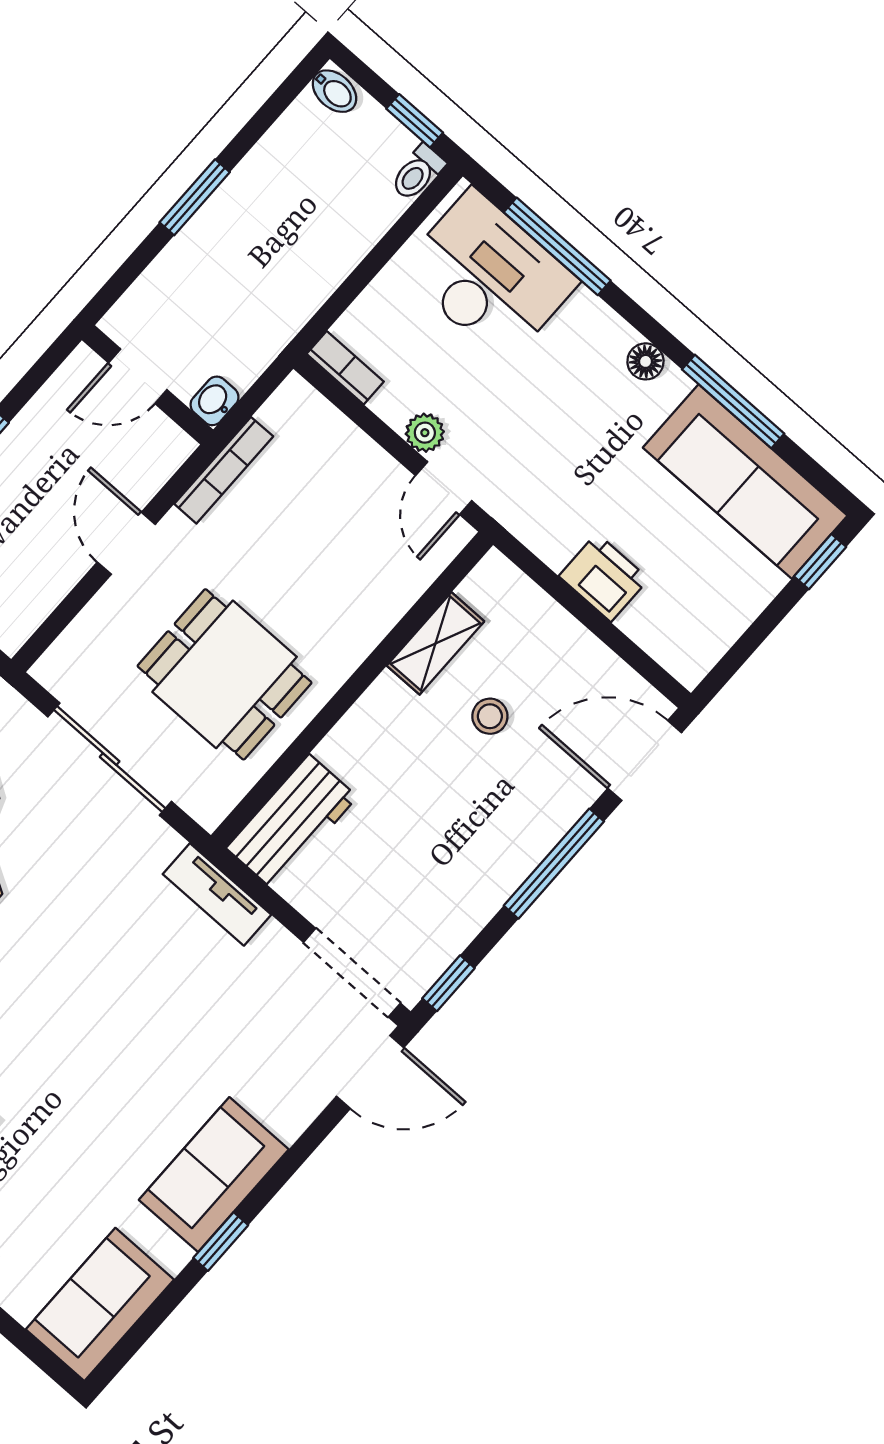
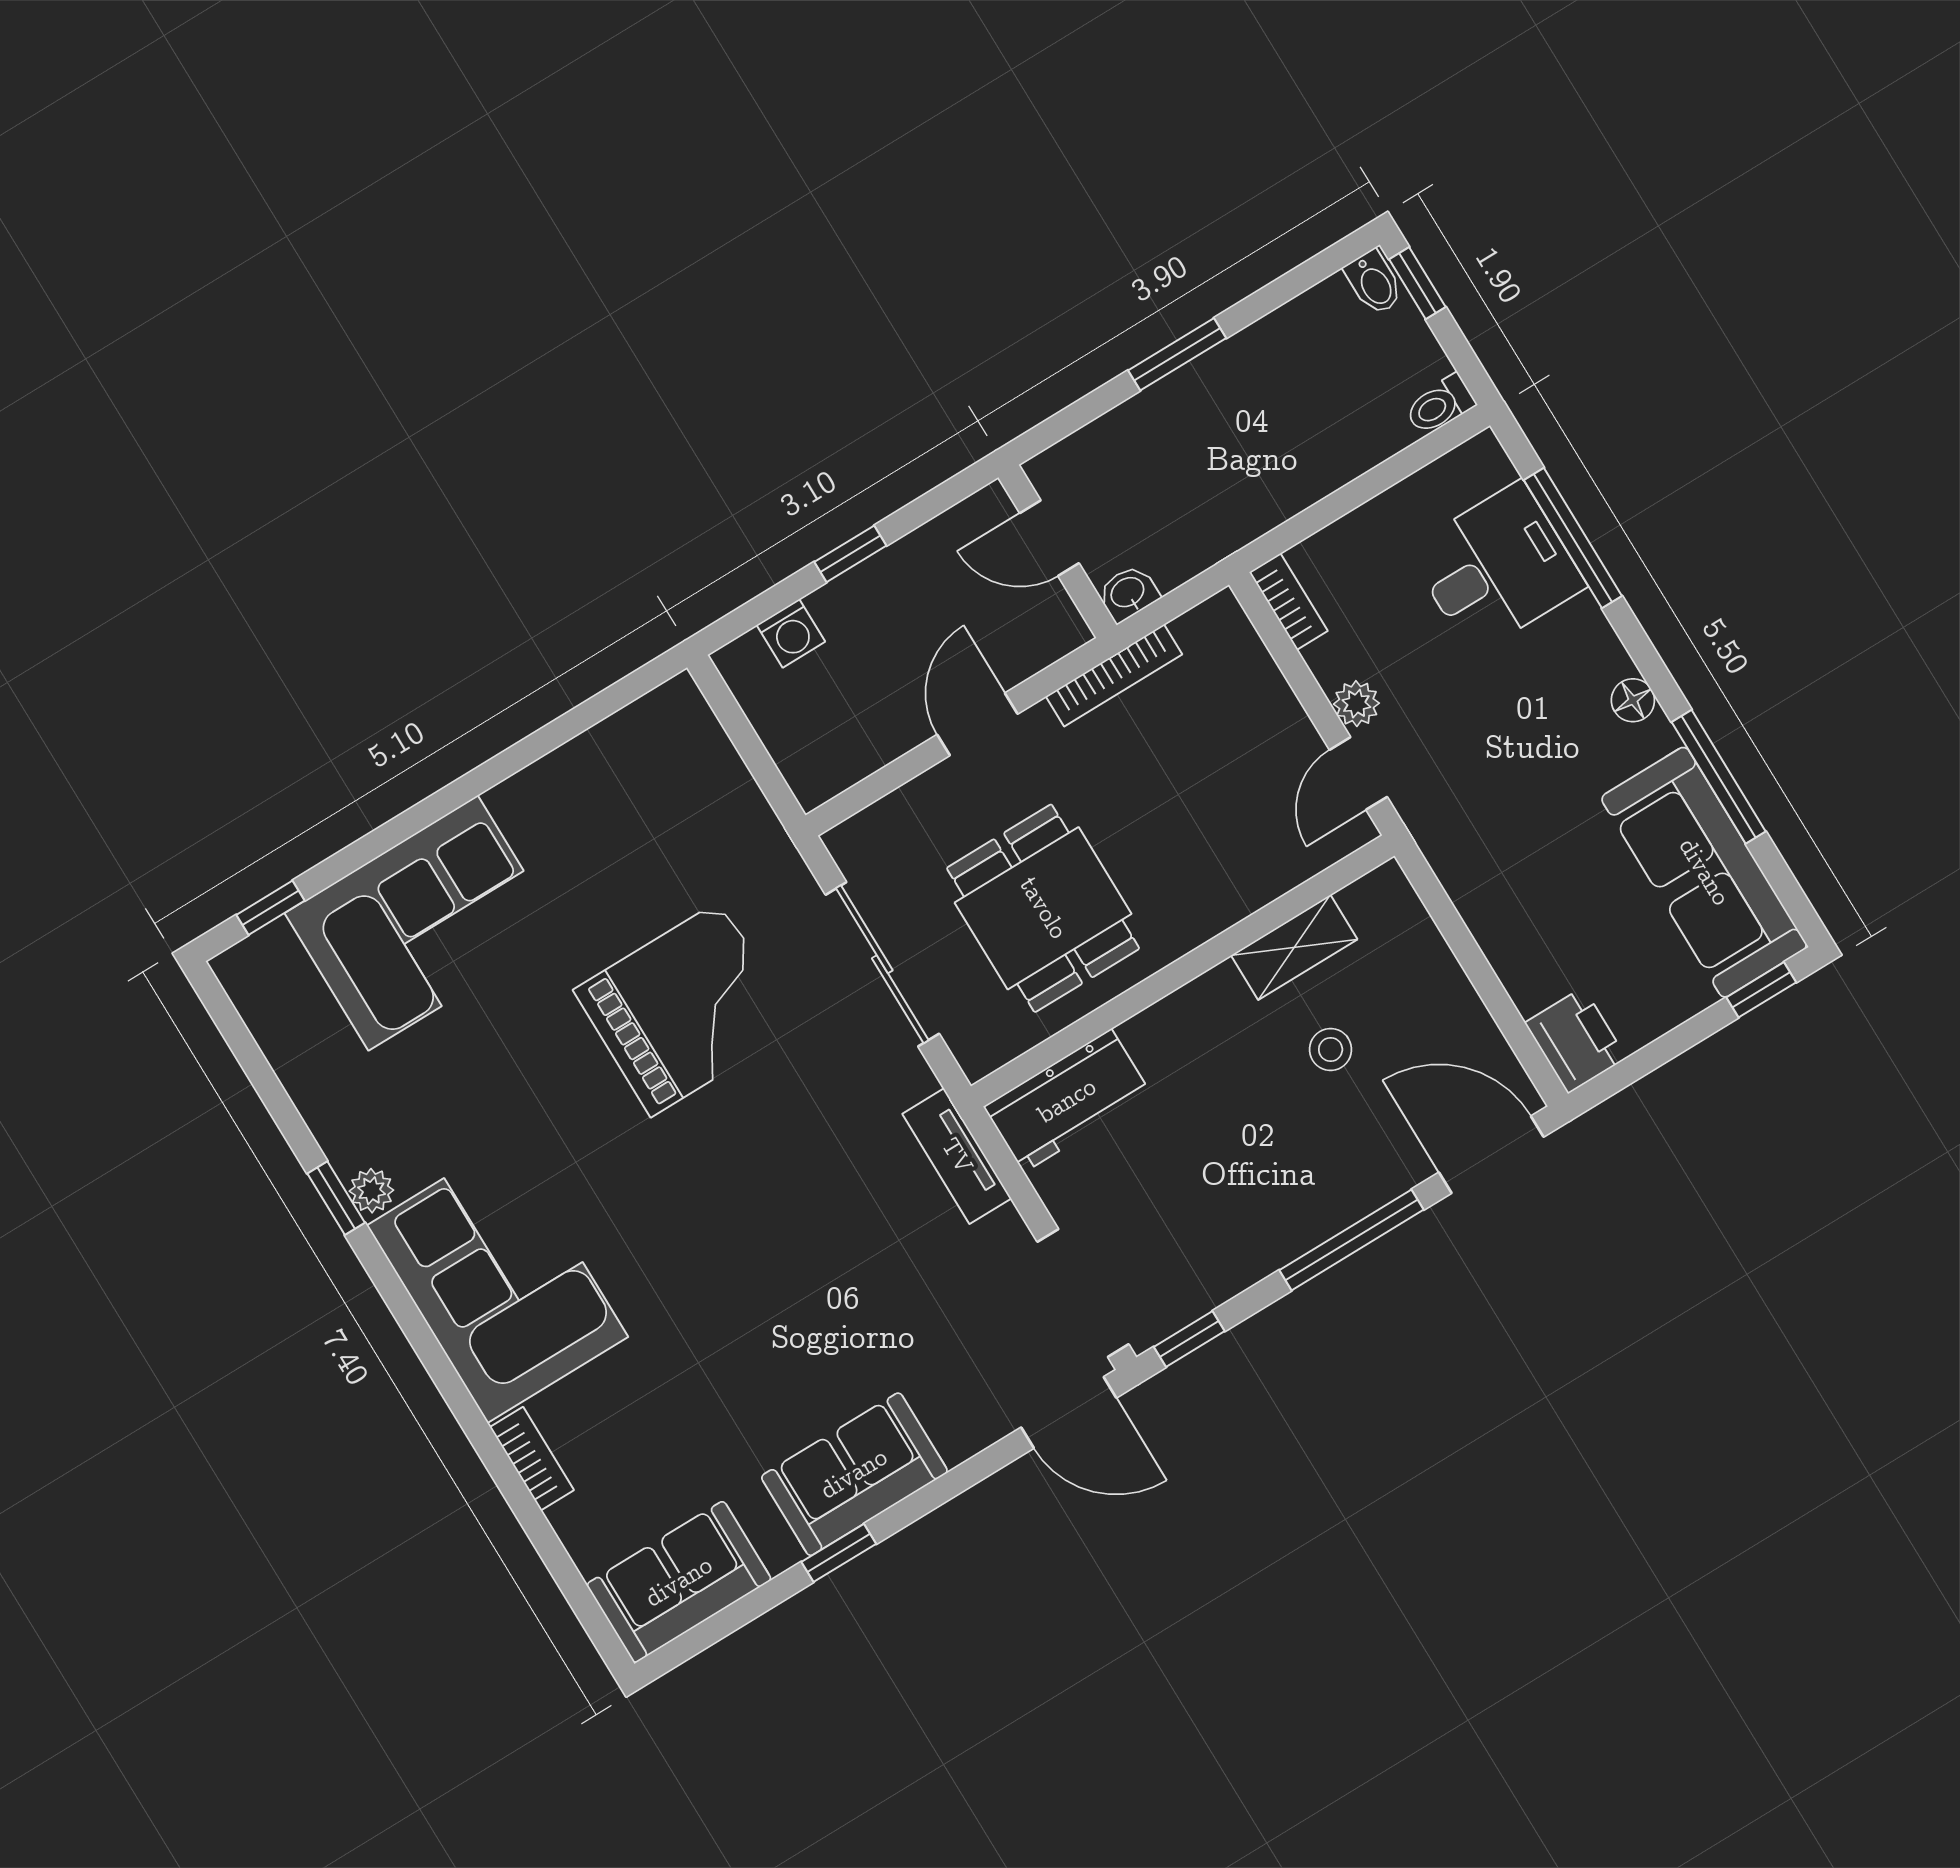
window: (415, 121) -> (1417, 283), moved
desk: (489, 276) -> (1497, 568), width x0.73
printer: (604, 578) -> (1576, 1040), moved

